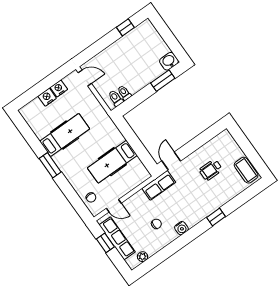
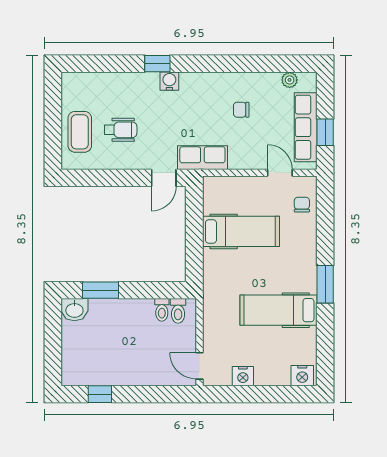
nightstand: (47, 97) -> (302, 376), moved
coffee table: (246, 170) -> (80, 132), moved
water cooler: (181, 228) -> (169, 81), moved

